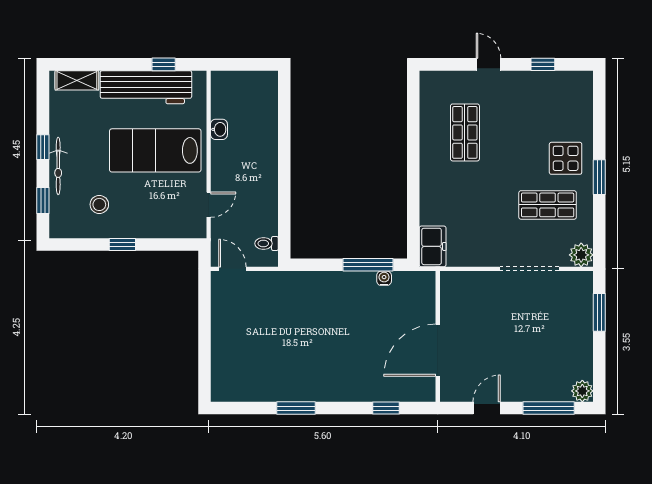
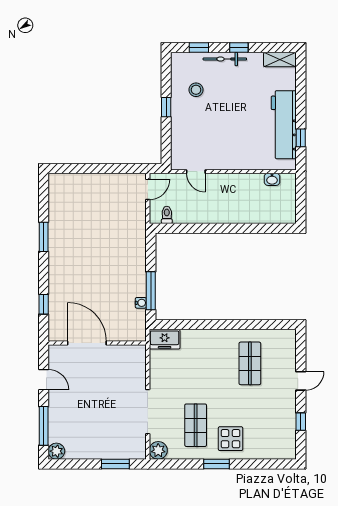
shelving: (77, 80) -> (280, 59), moved, turned 90
washbasin: (219, 129) -> (272, 179), moved
shop shelf: (465, 132) -> (250, 363), turned 90
lab bench: (155, 150) -> (236, 132), removed

